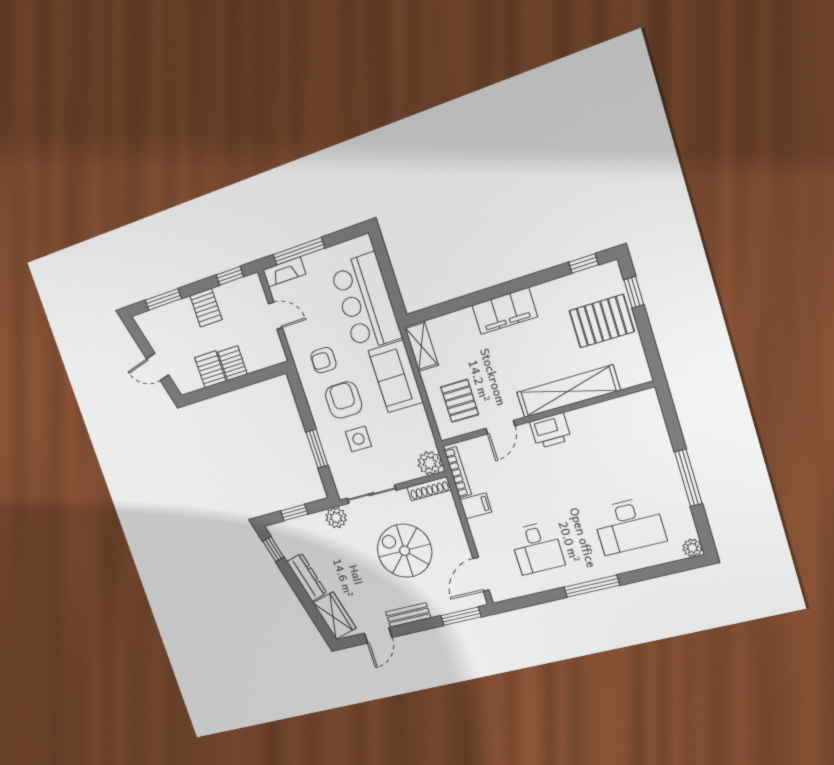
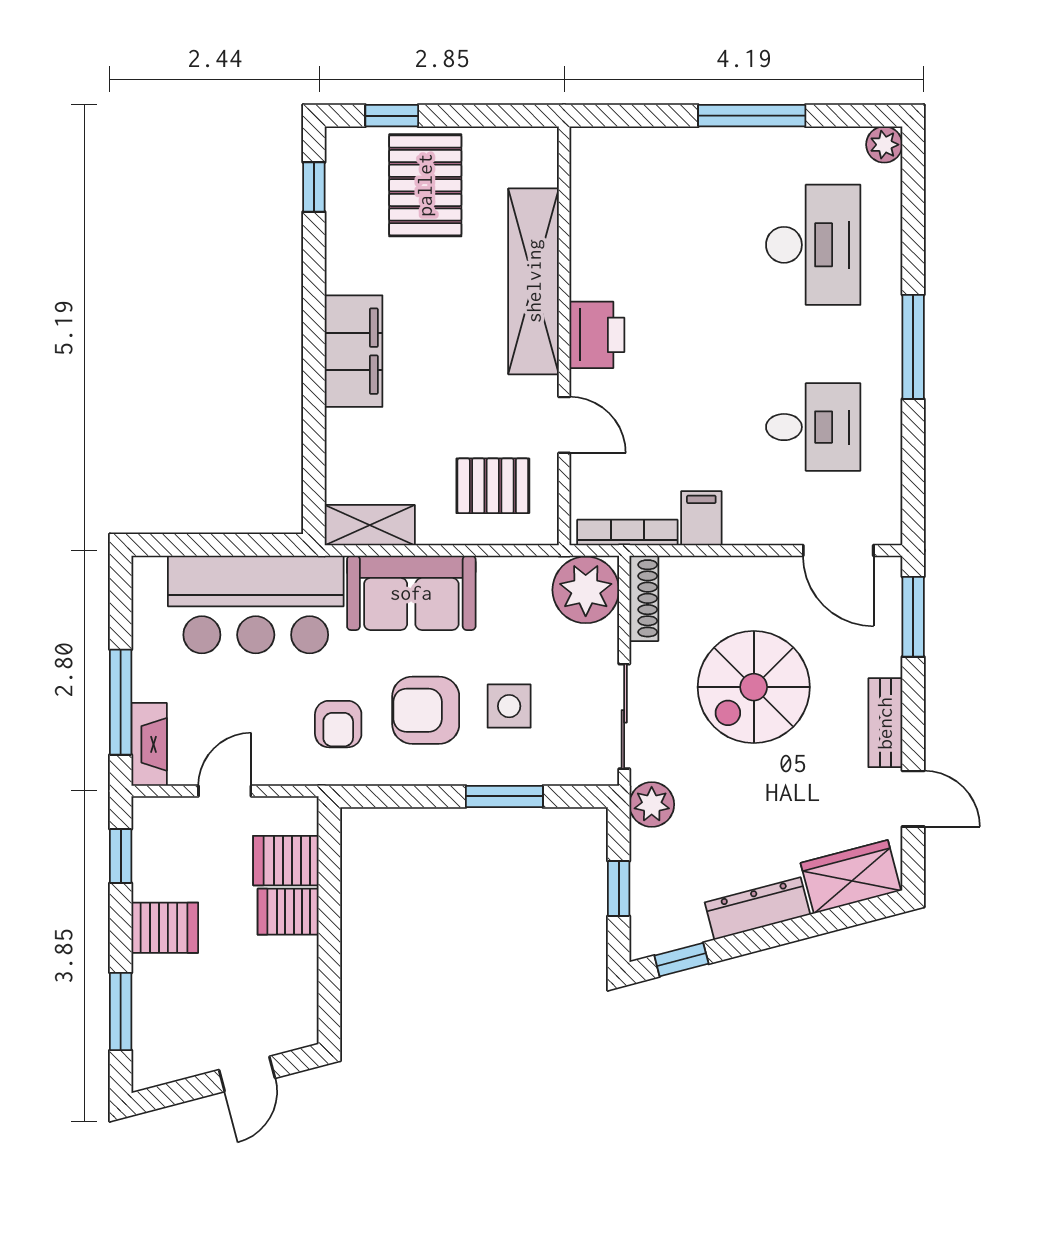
server rack: (210, 369) -> (286, 861), moved
plant: (430, 463) -> (586, 590), width x1.36, depth x1.36

